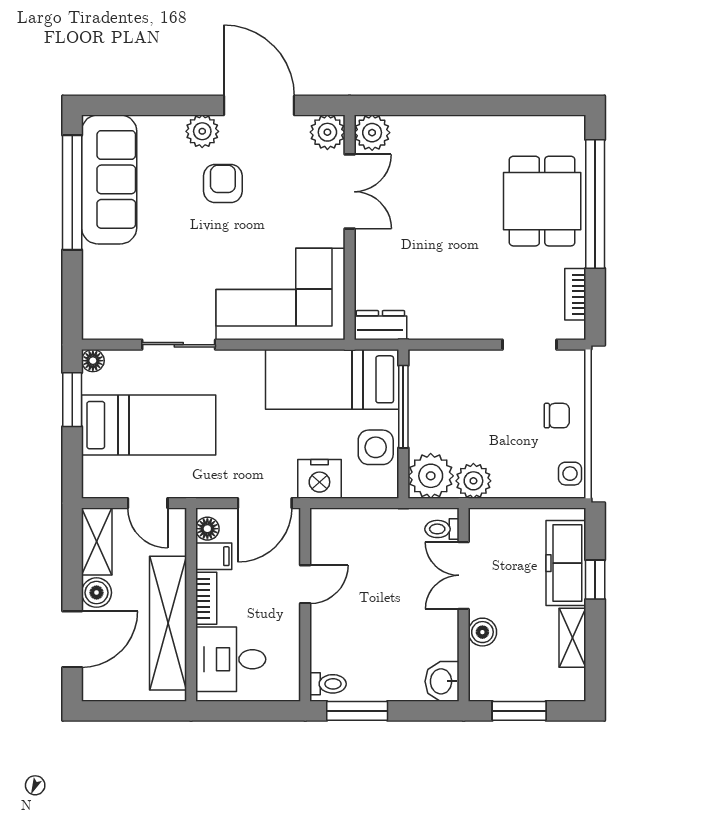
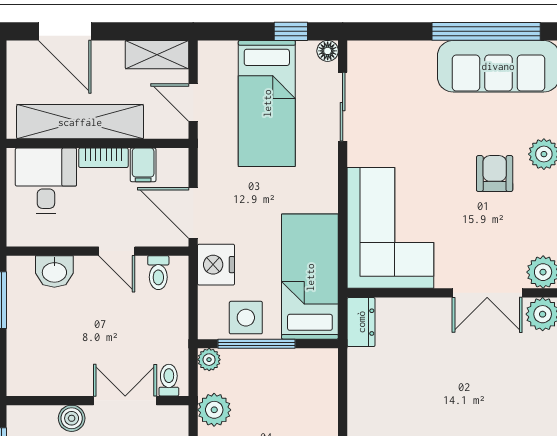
armchair: (223, 184) -> (495, 174), turned -90
sliding door: (179, 345) -> (343, 107), moved
window: (72, 400) -> (291, 31), width x0.67
window: (403, 407) -> (256, 344), moved
plant: (431, 476) -> (209, 360), width x0.53, depth x0.53
door: (148, 503) -> (193, 103), hinge flipped
floor lamp: (207, 529) -> (169, 159), removed
boiler: (97, 593) -> (109, 54), removed
washbasin: (442, 681) -> (54, 271), moved, turned 180
toilet: (328, 684) -> (158, 273), moved

